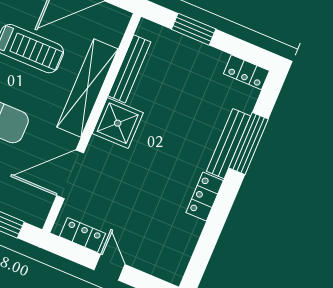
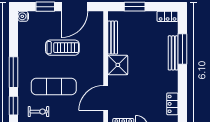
shelving: (87, 88) -> (97, 55), removed
locker: (205, 197) -> (172, 104), moved

